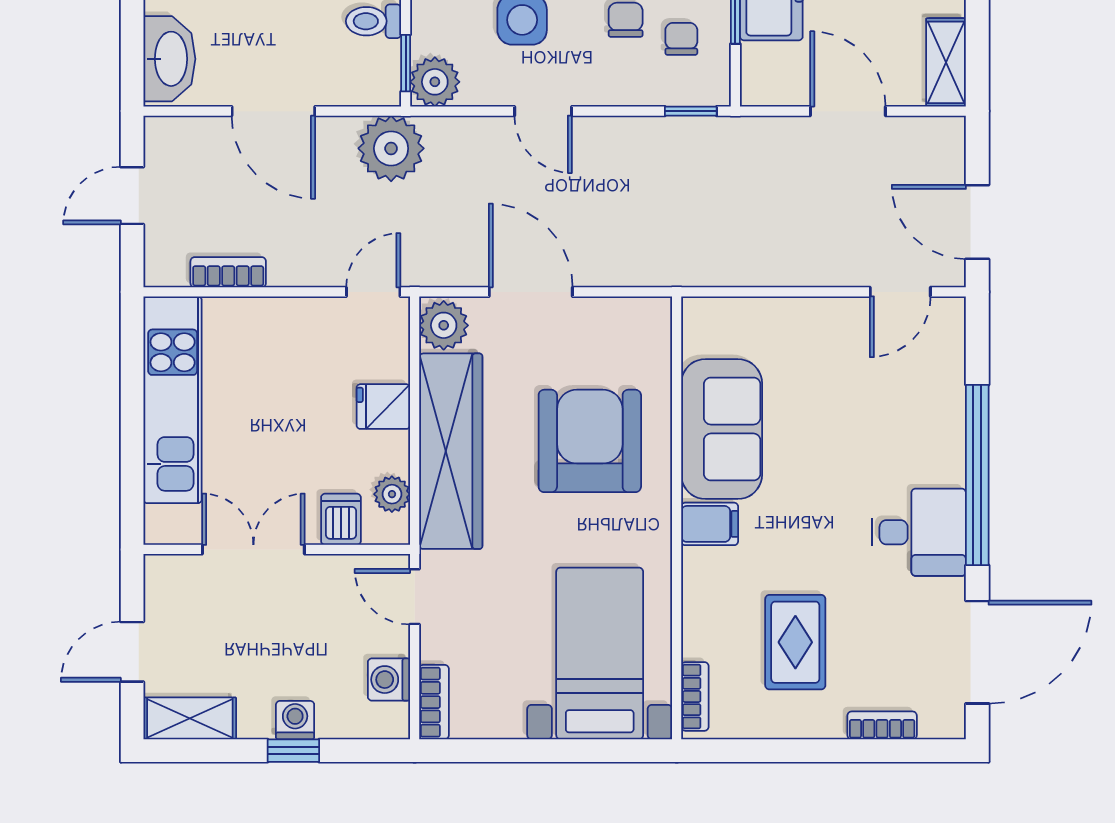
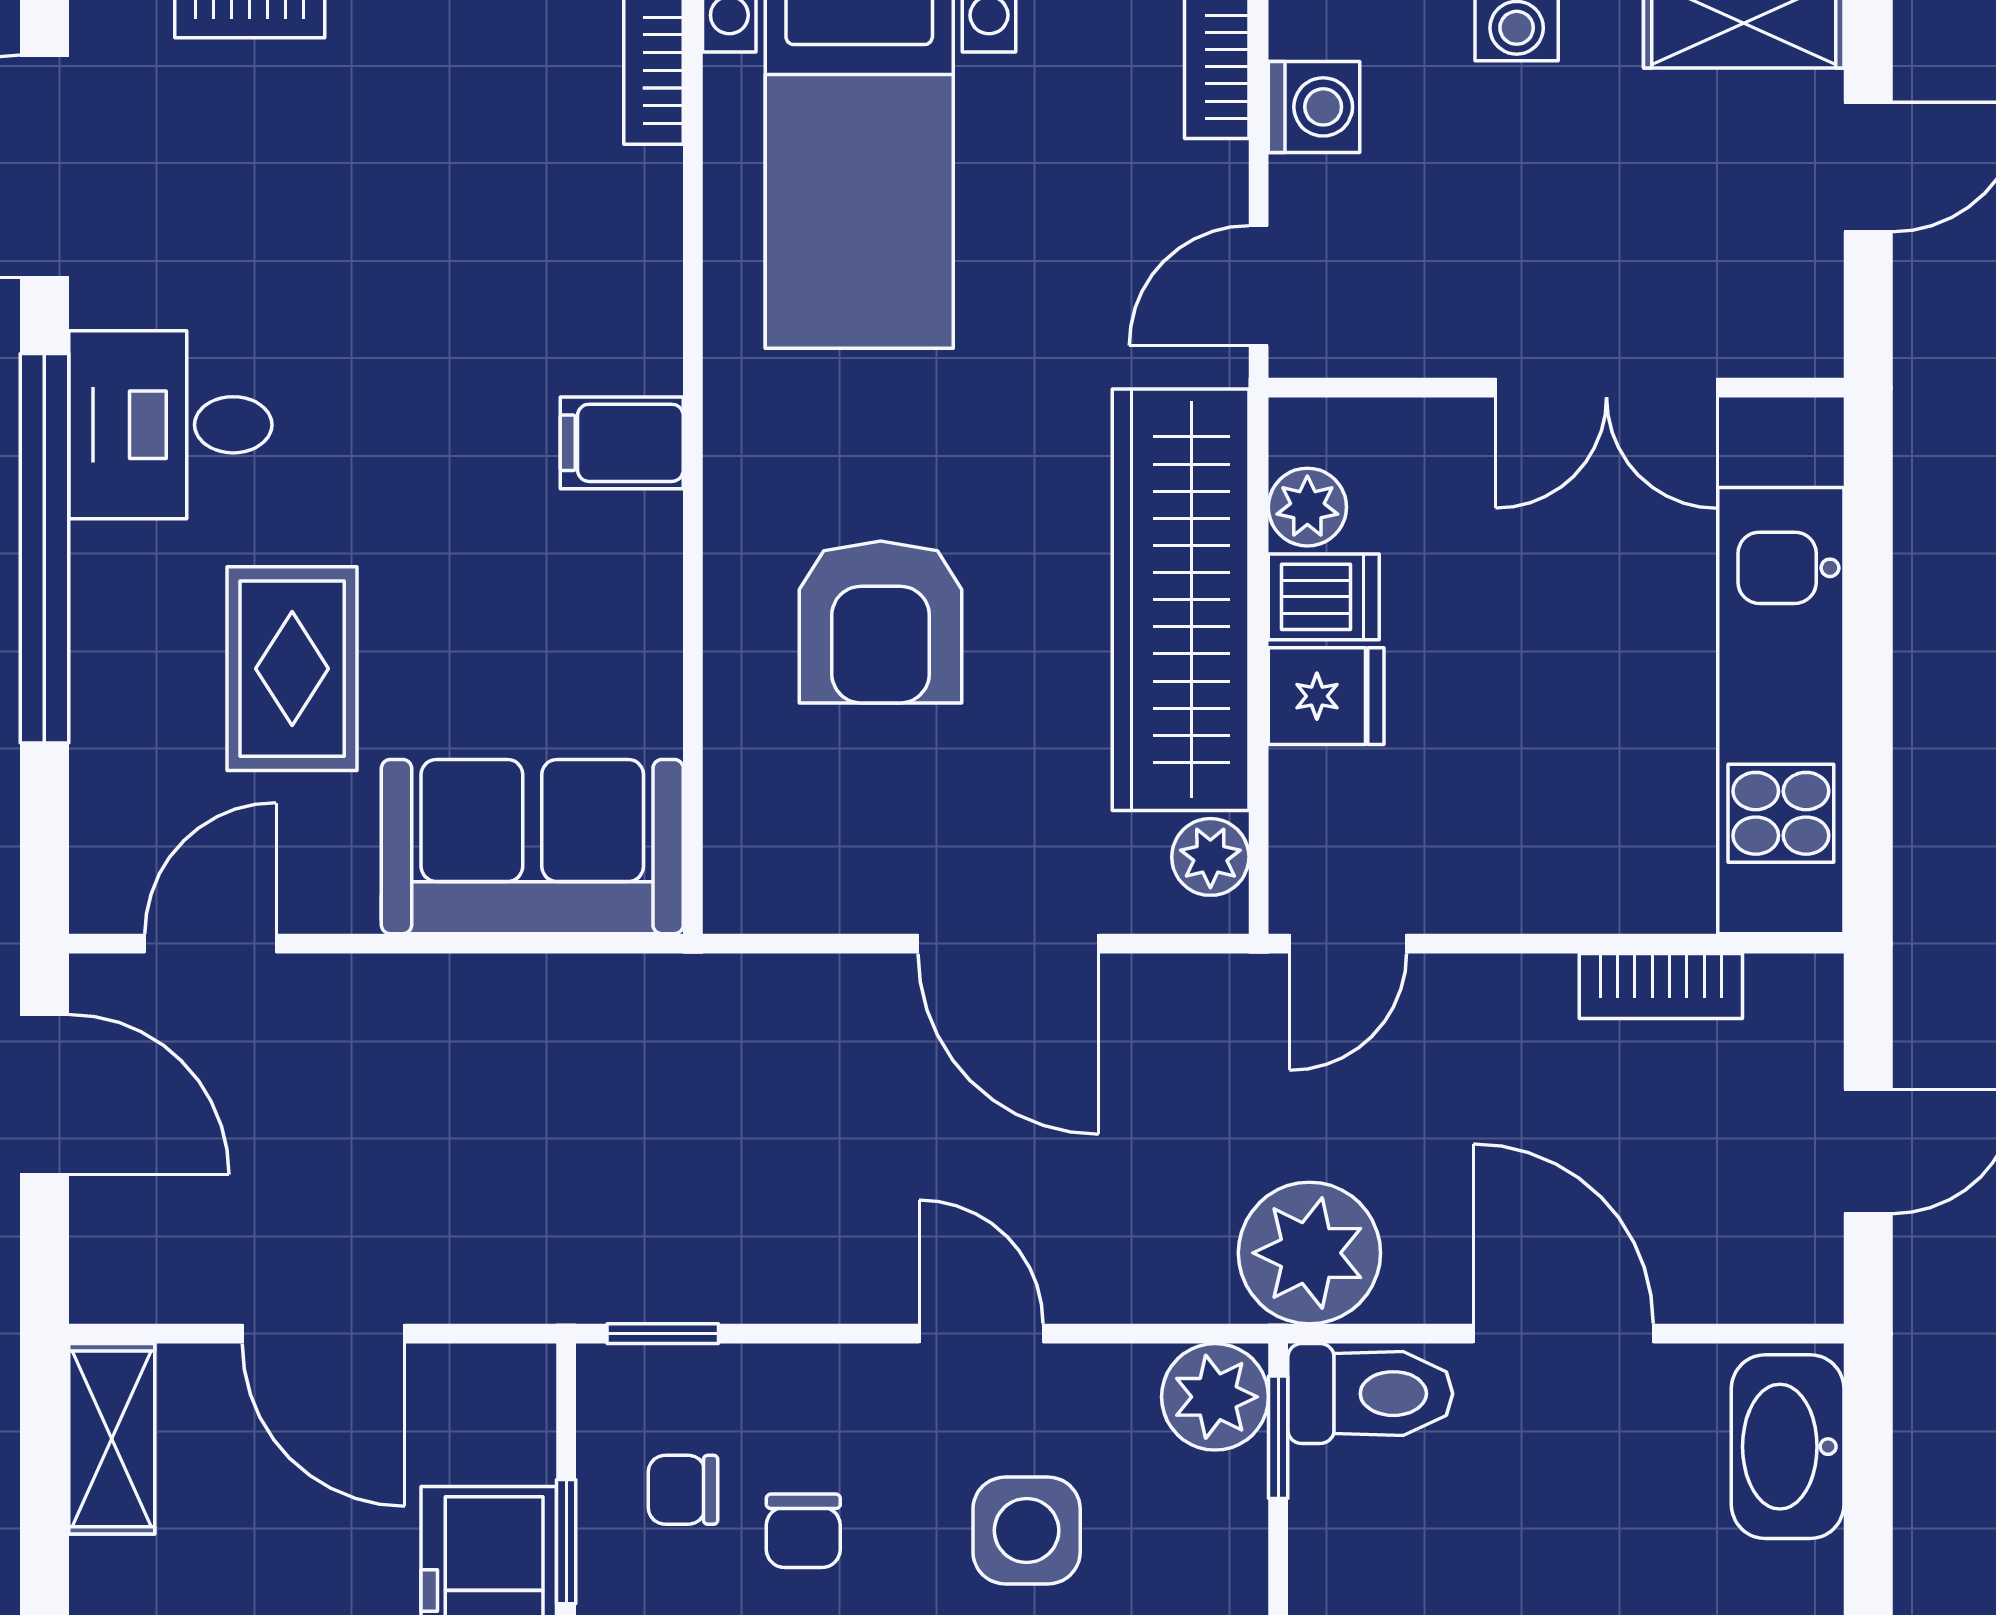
toilet: (373, 21) -> (1370, 1394), moved, width x1.37, depth x1.39
chair: (681, 39) -> (683, 1490), turned 90
plant: (444, 325) -> (1210, 857), width x0.73, depth x0.73
sofa: (722, 429) -> (532, 847), moved, turned 90
armchair: (590, 441) -> (881, 622), width x0.73, depth x0.73
dishwasher: (341, 519) -> (1324, 597), moved, turned -90
door: (415, 597) -> (1259, 286), swing flipped
rug: (795, 642) -> (292, 669), moved

